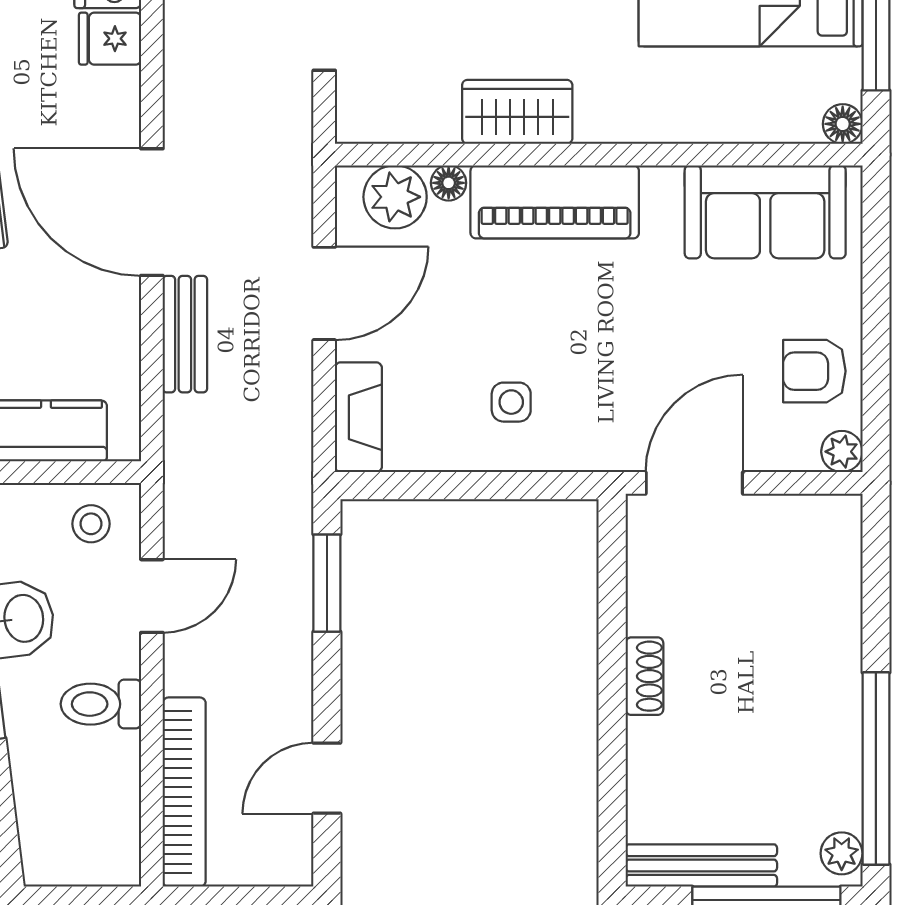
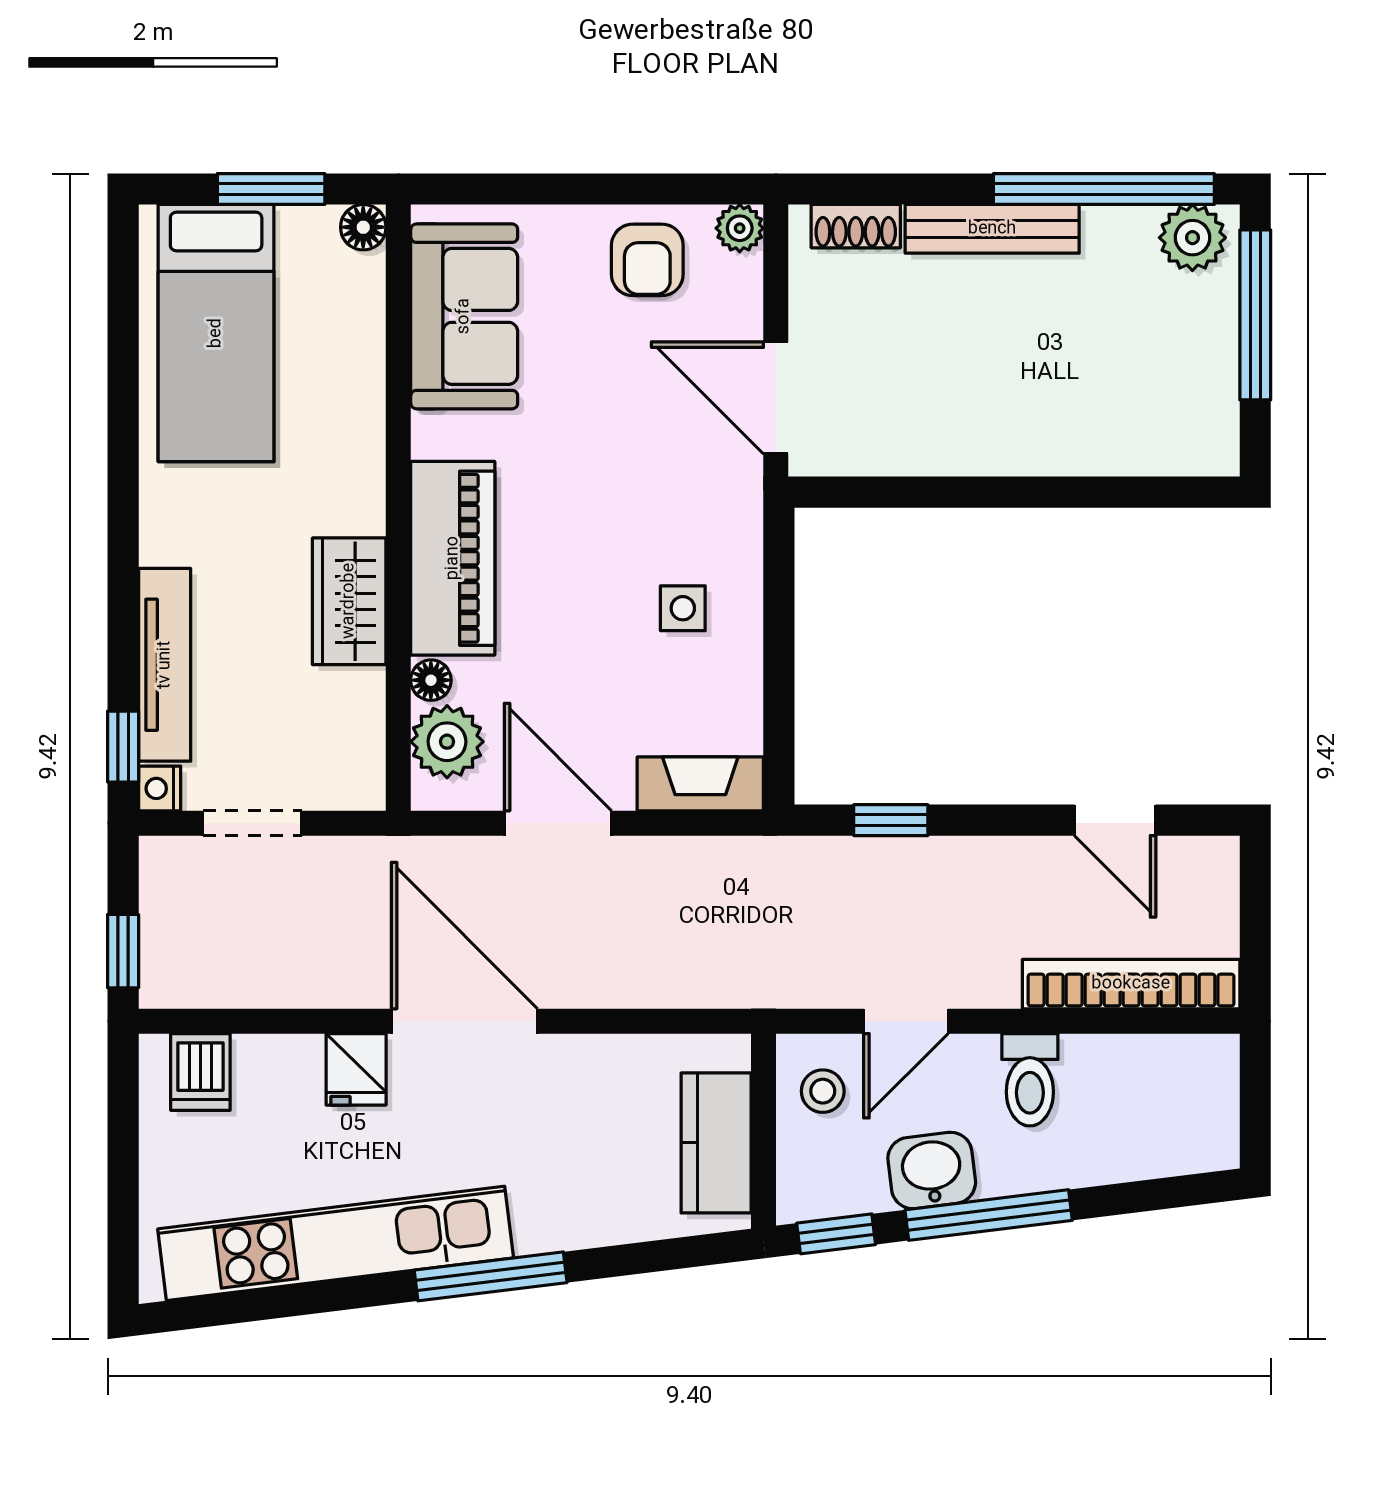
fridge: (110, 39) -> (356, 1069), moved
door: (152, 212) -> (465, 1021), swing flipped
bench: (185, 334) -> (605, 983), removed
window: (327, 583) -> (891, 820), width x0.67
door: (152, 596) -> (906, 1021), swing flipped
shoe rack: (644, 676) -> (856, 226), moved, turned 180
plant: (842, 853) -> (1192, 238), width x1.38, depth x1.38
bench: (701, 866) -> (992, 229), moved, turned 90

